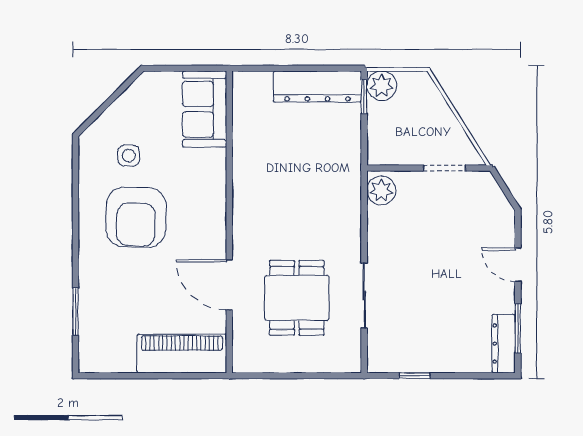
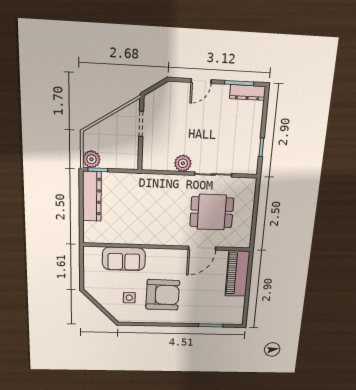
sofa: (204, 109) -> (124, 259), moved
plant: (381, 190) -> (183, 163), moved

